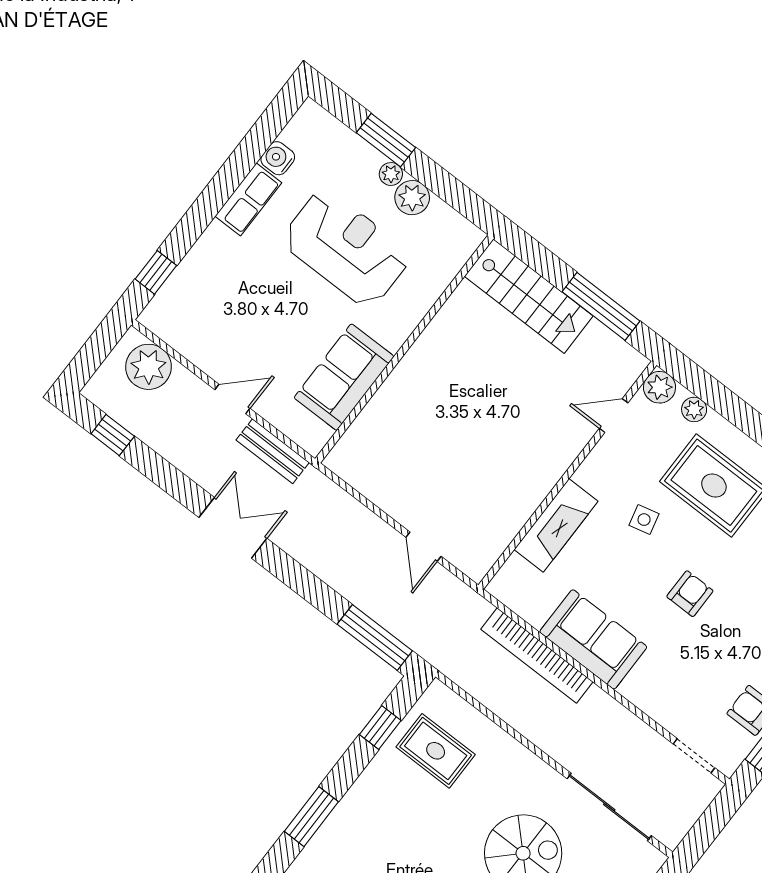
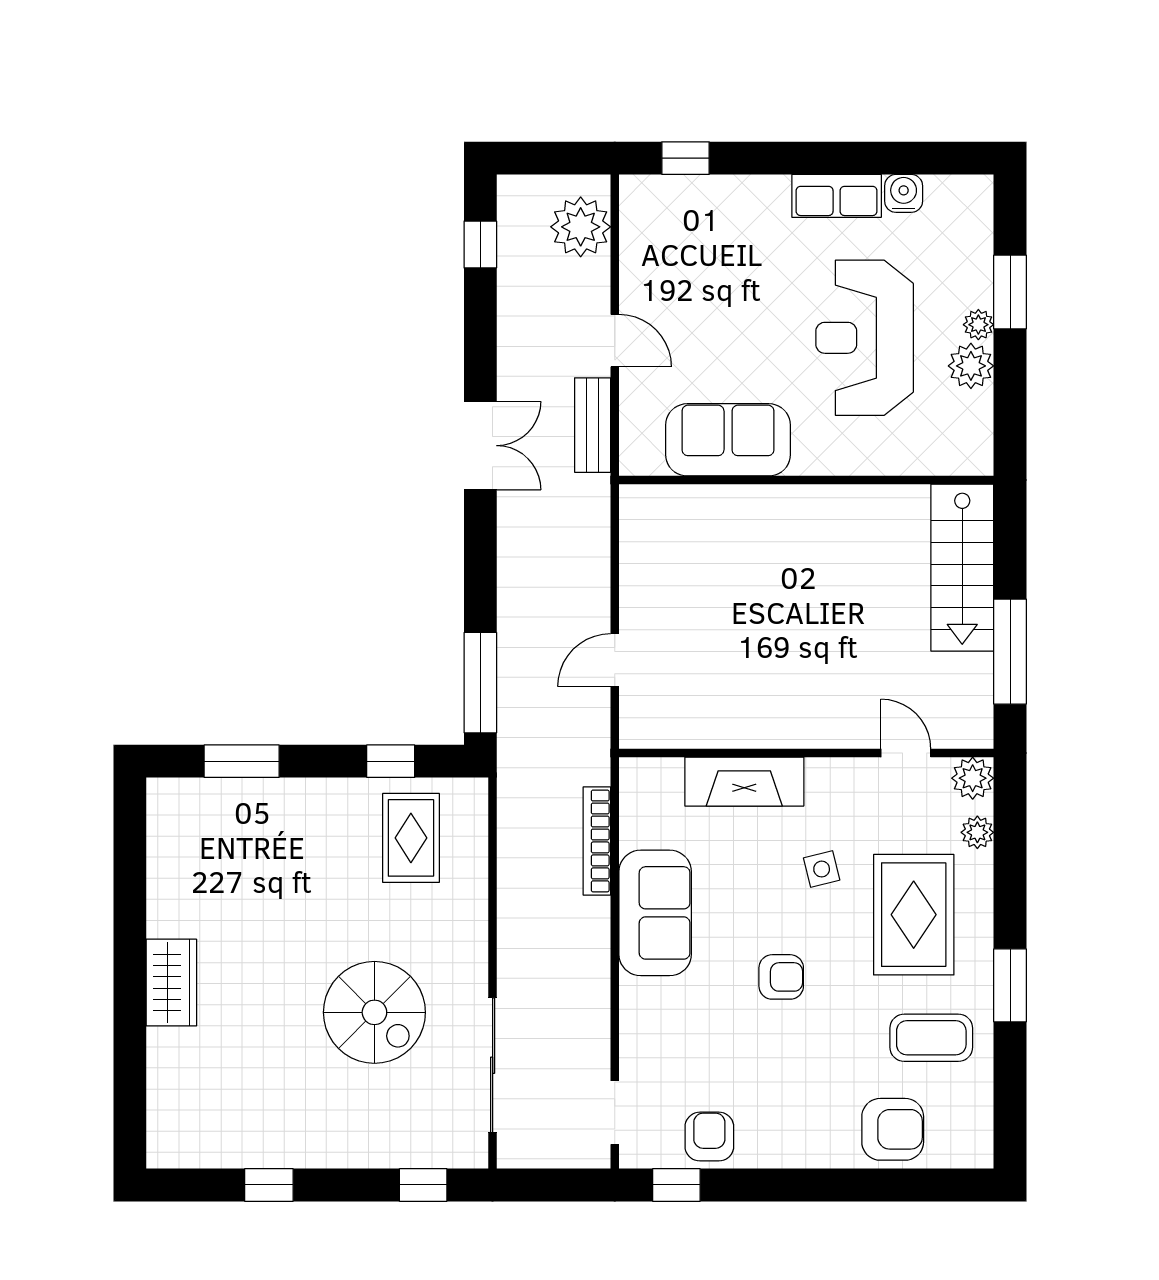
reception desk: (346, 248) -> (865, 338), turned 180
bookcase: (537, 656) -> (597, 841), width x0.68, depth x0.76

